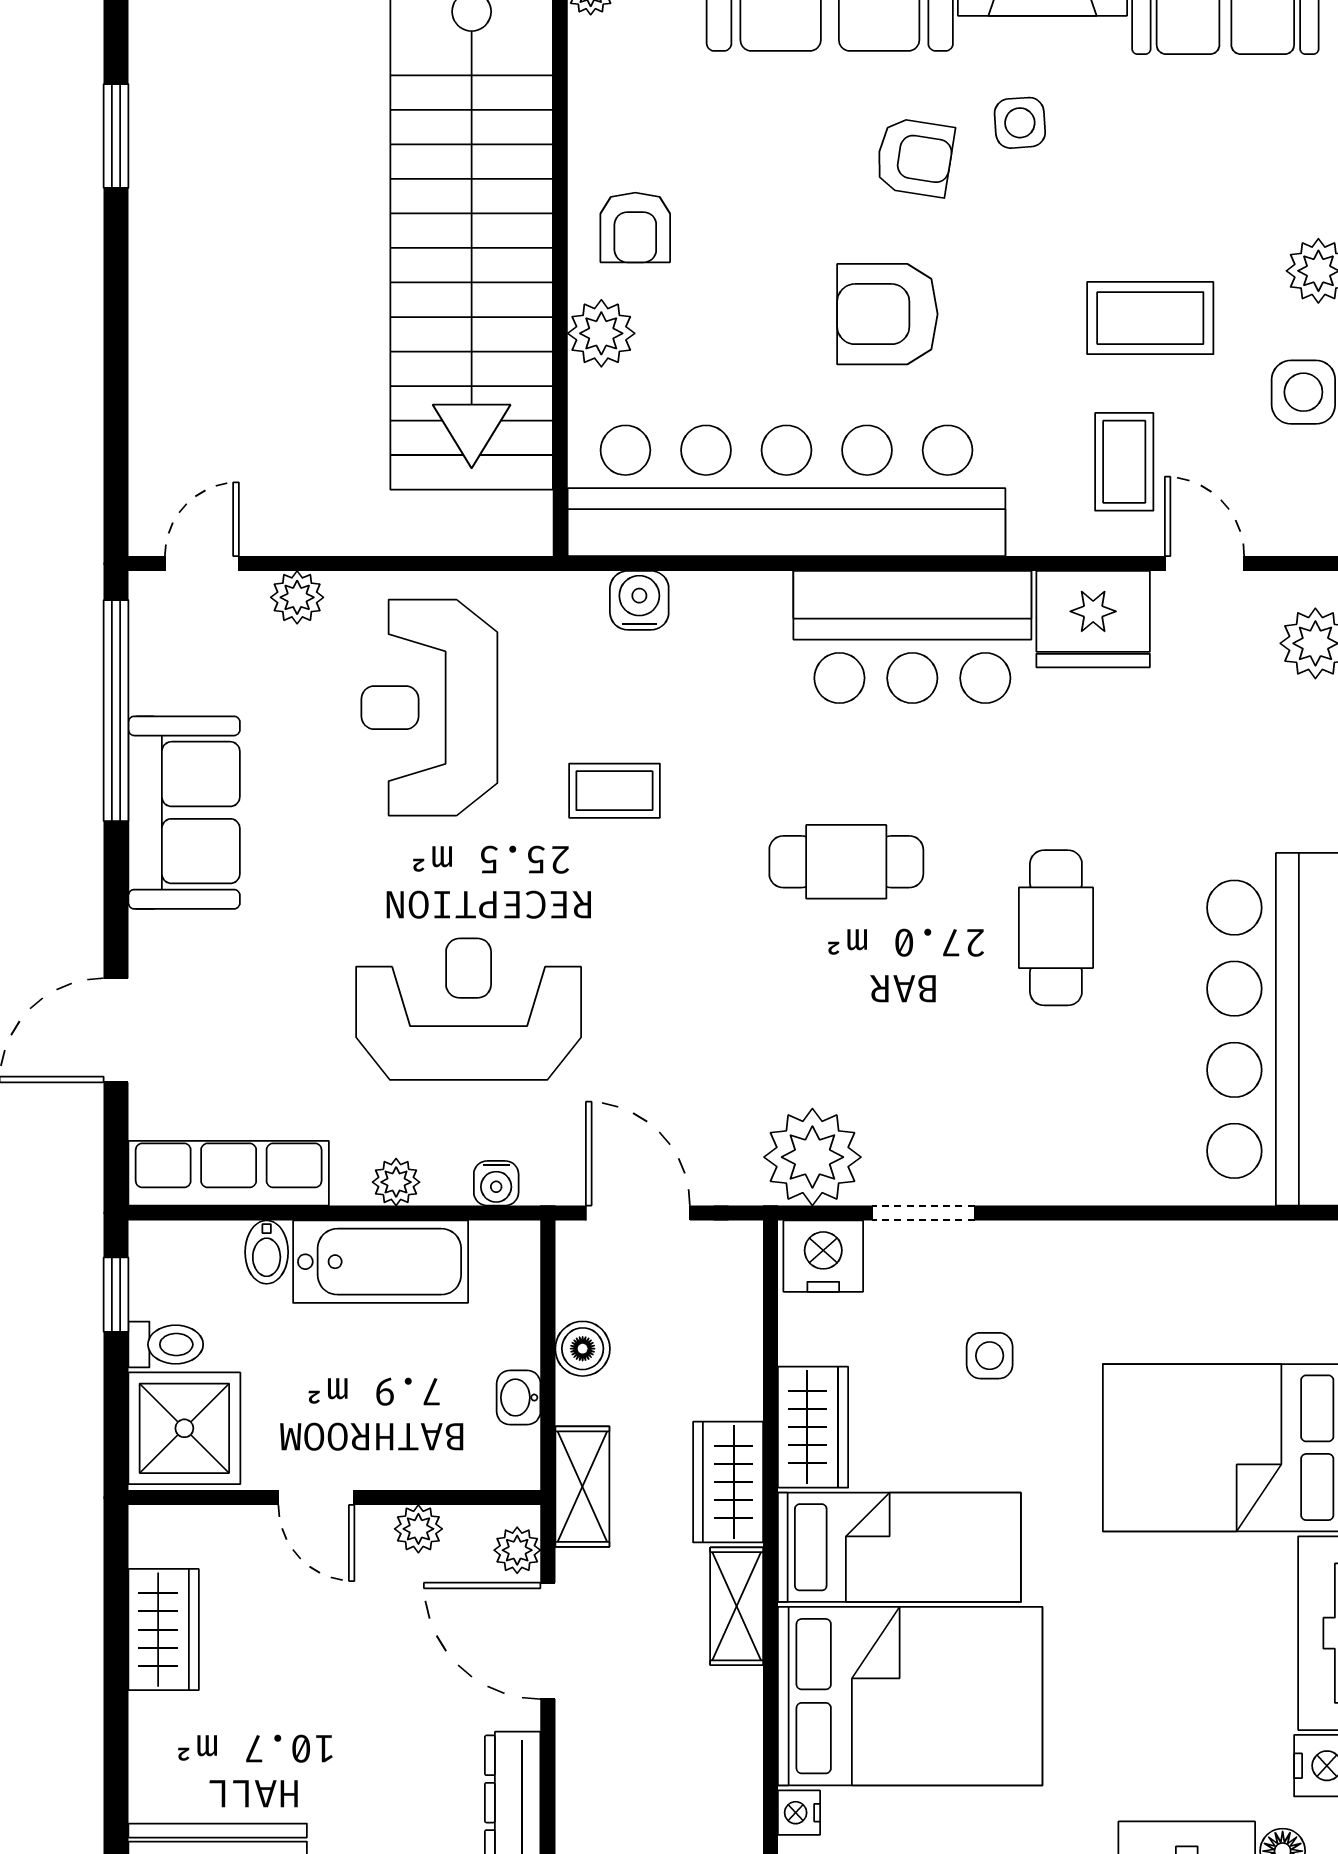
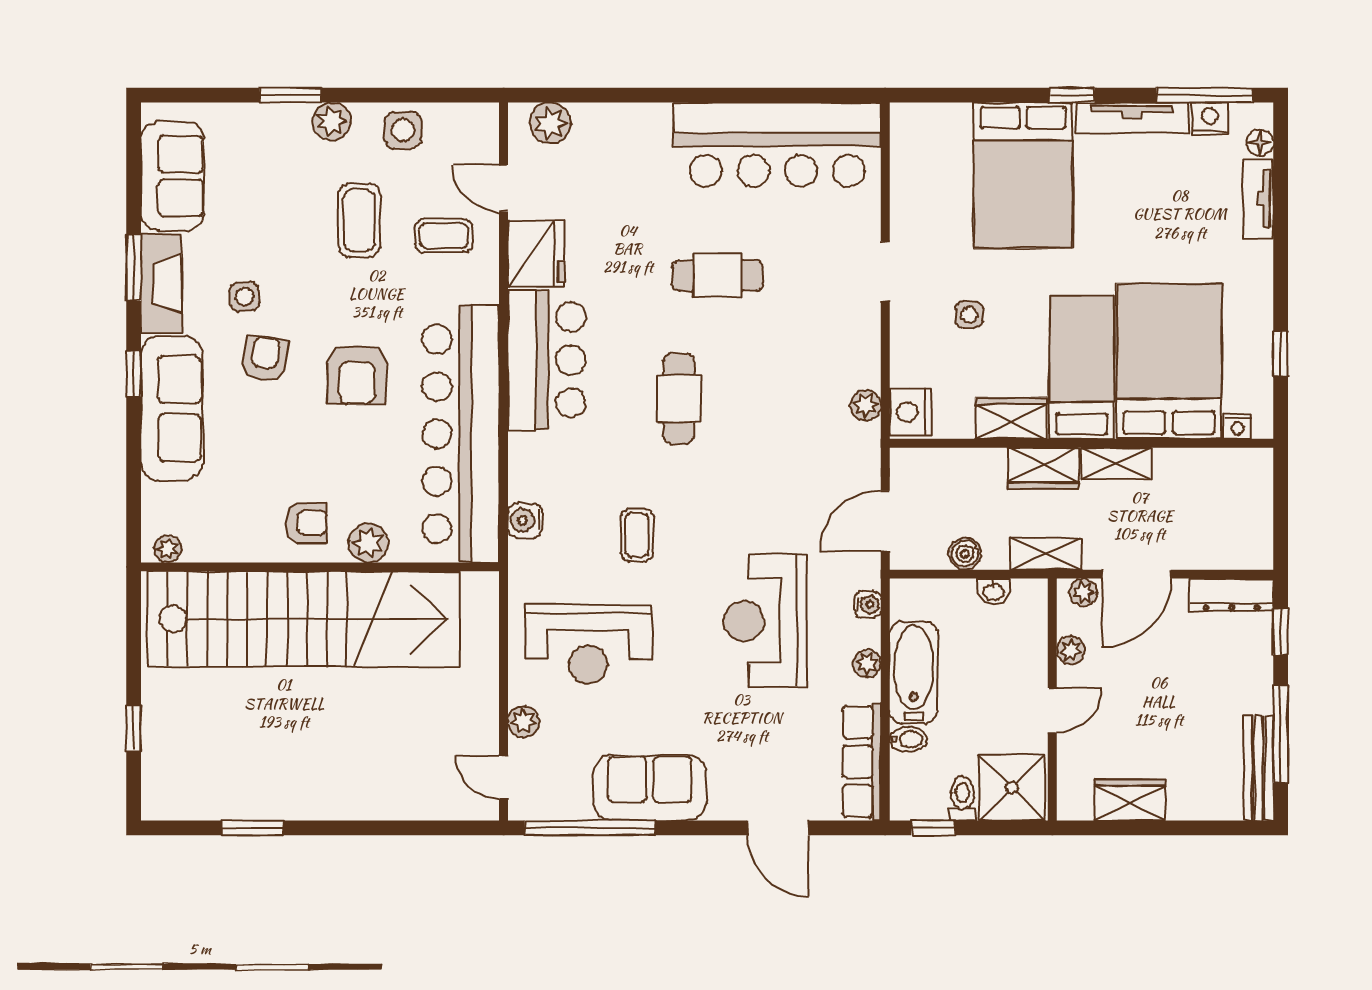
door: (1204, 564) -> (504, 188), hinge flipped
plant: (812, 1157) -> (866, 405), width x0.53, depth x0.53
doorway: (923, 1213) -> (885, 271), moved

